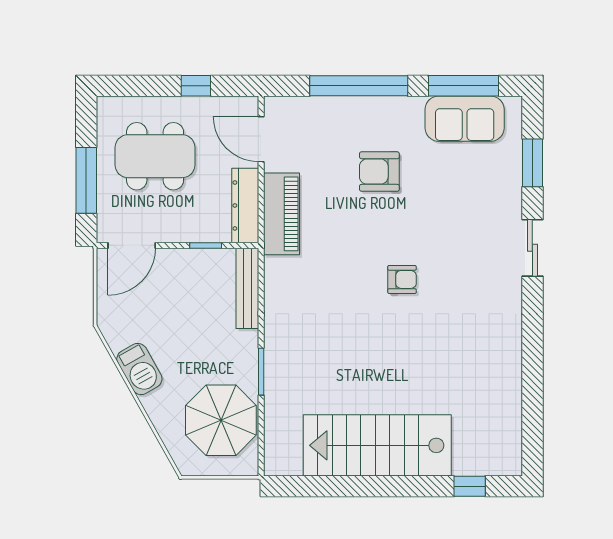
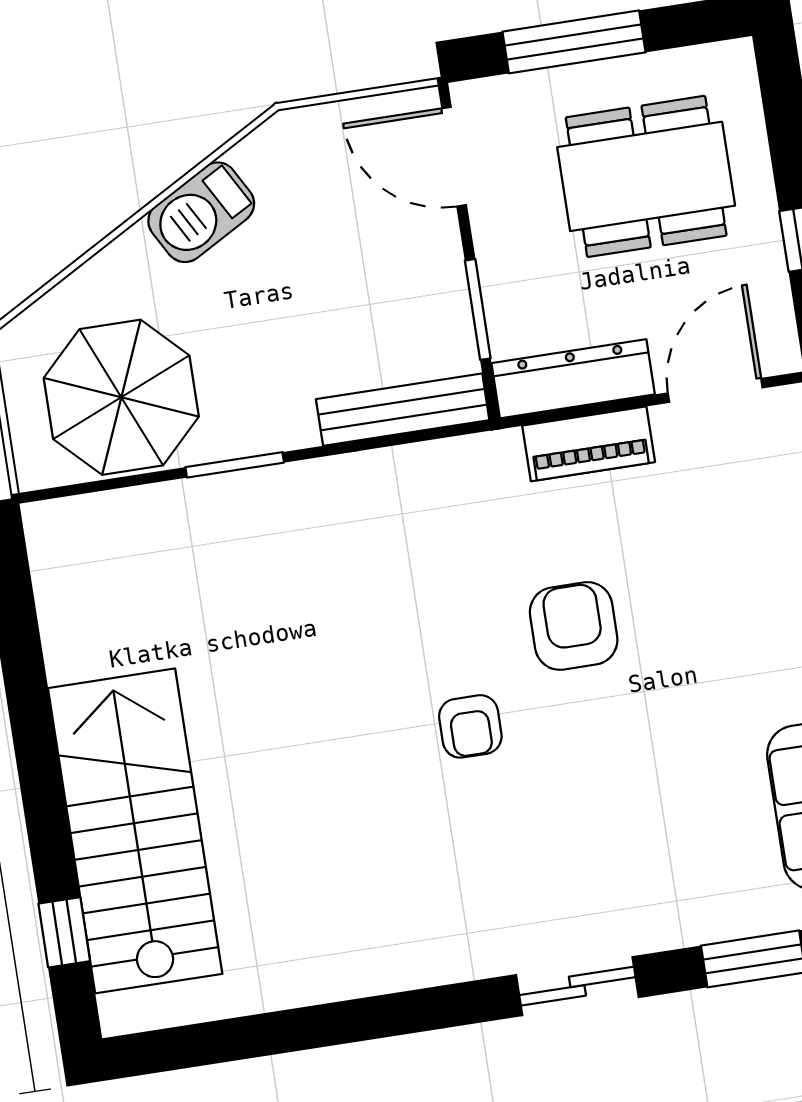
dining table: (155, 156) -> (646, 176), turned 90
armchair: (379, 172) -> (574, 626), moved
piano: (282, 214) -> (589, 444), width x0.73, depth x0.75
window: (206, 245) -> (478, 309), width x1.50
stairs: (377, 445) -> (135, 831), moved

